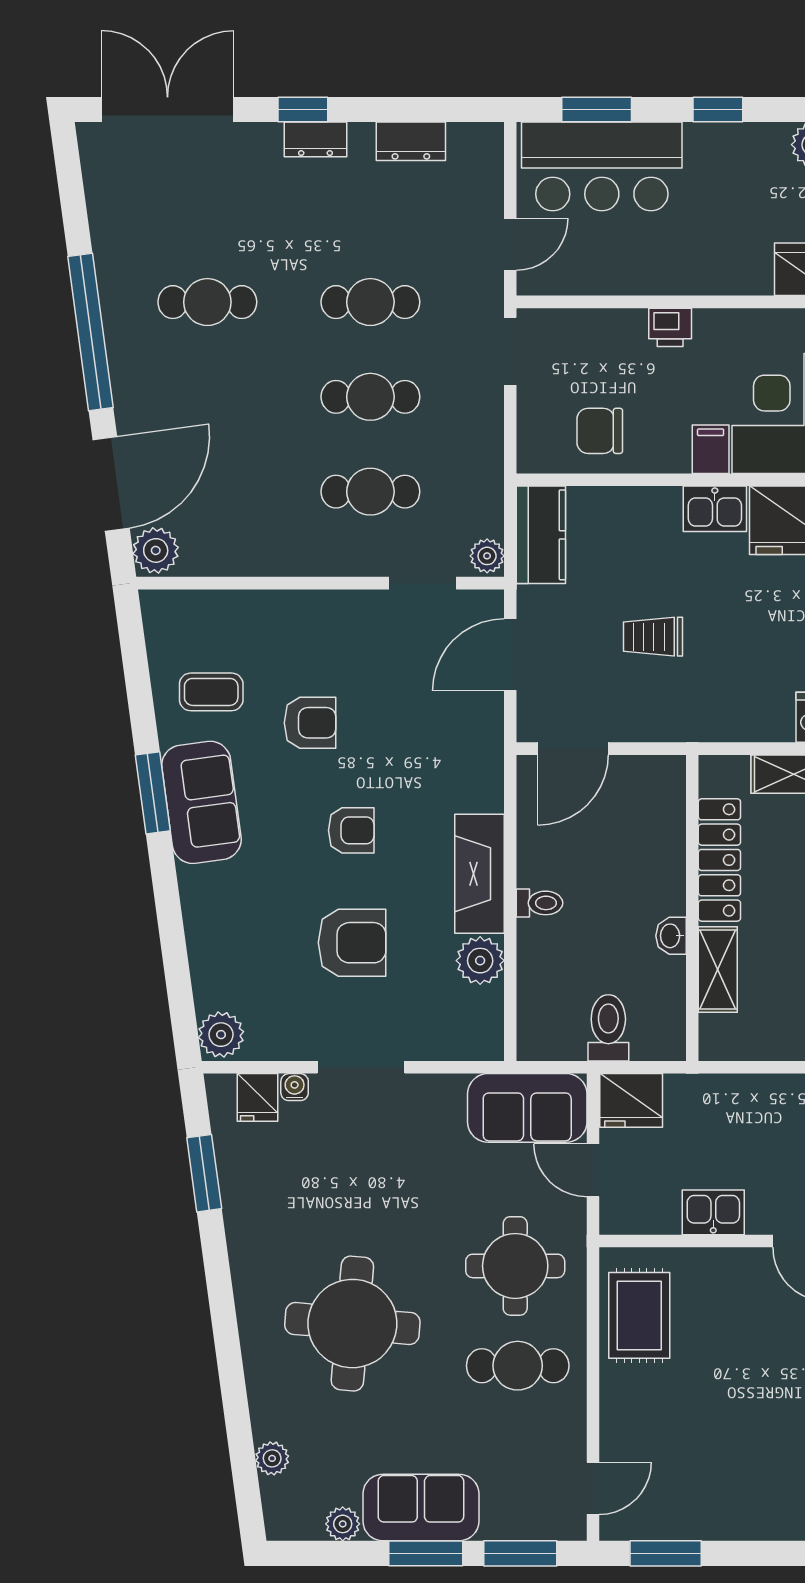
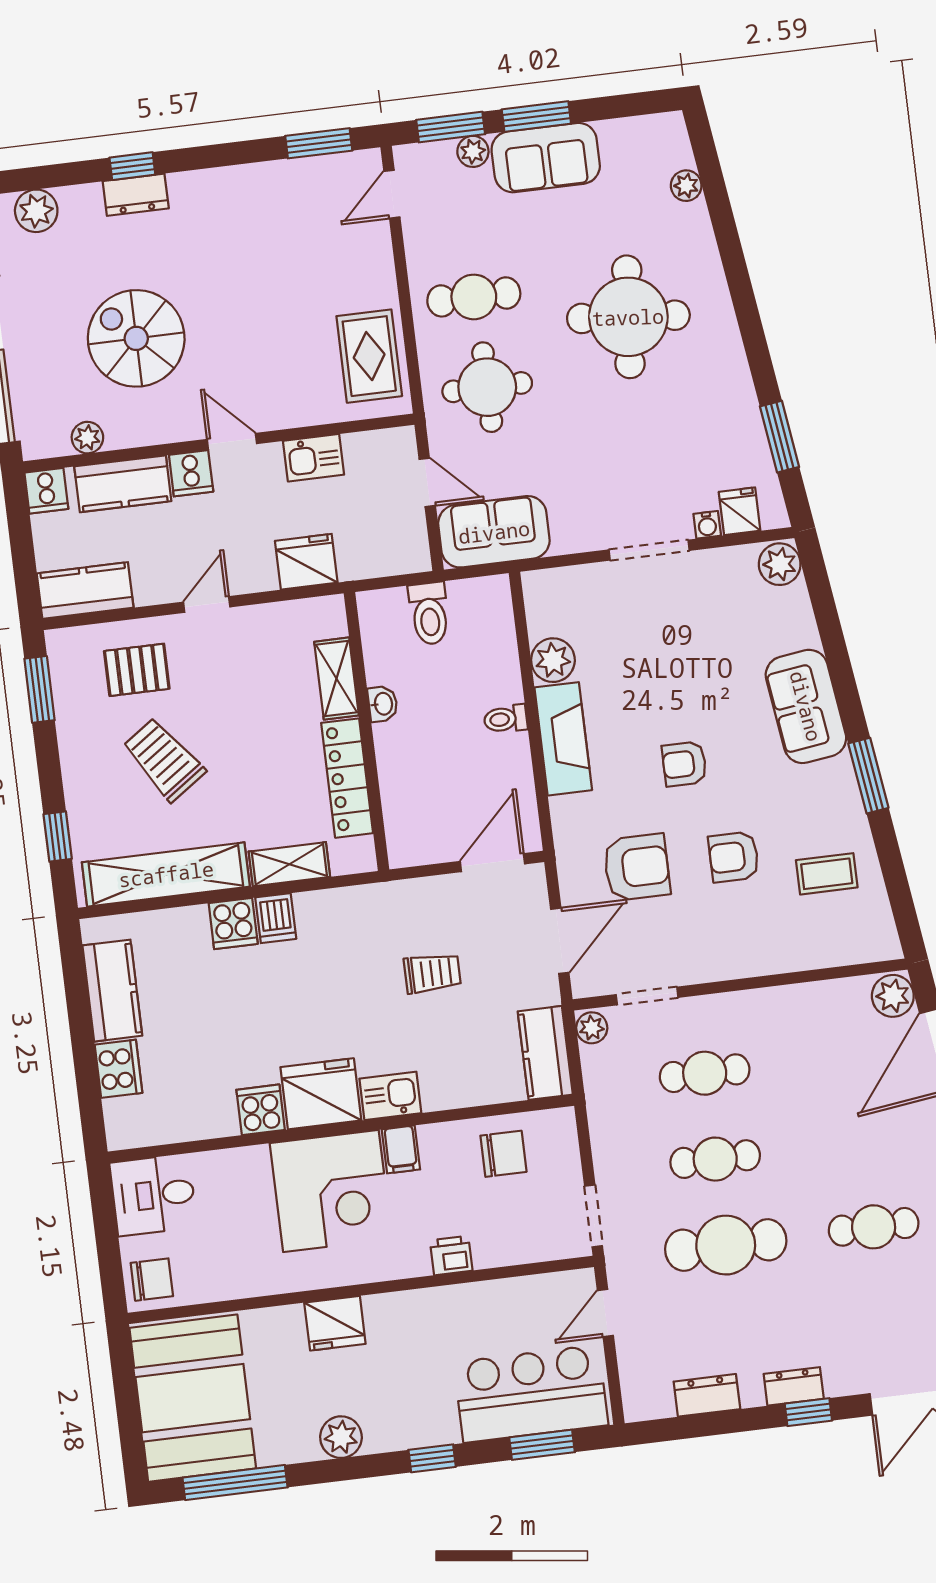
cafe table: (370, 302) -> (726, 1245), width x1.37, depth x1.35
sofa: (201, 802) -> (806, 706), moved
armchair: (352, 943) -> (637, 867), moved, turned 180
fridge: (631, 1100) -> (306, 562), moved
plant: (343, 1524) -> (473, 151), moved

